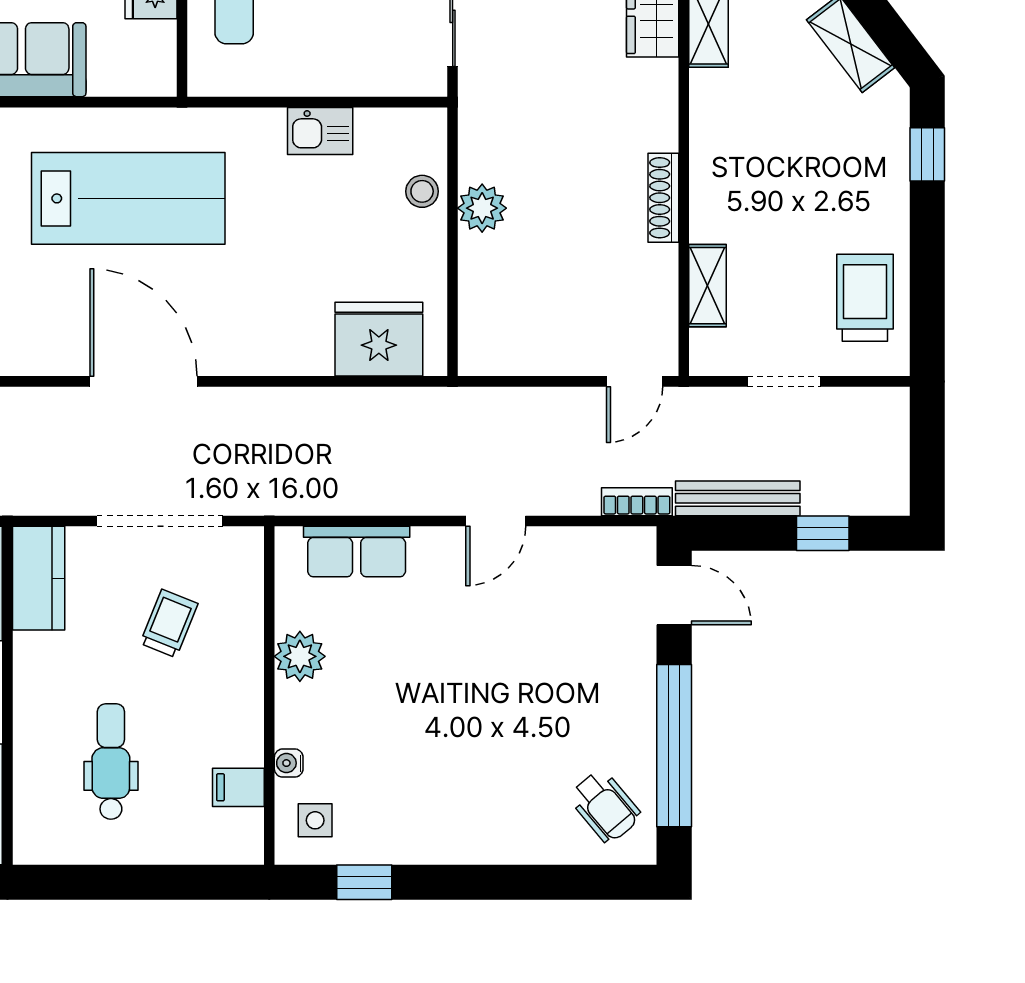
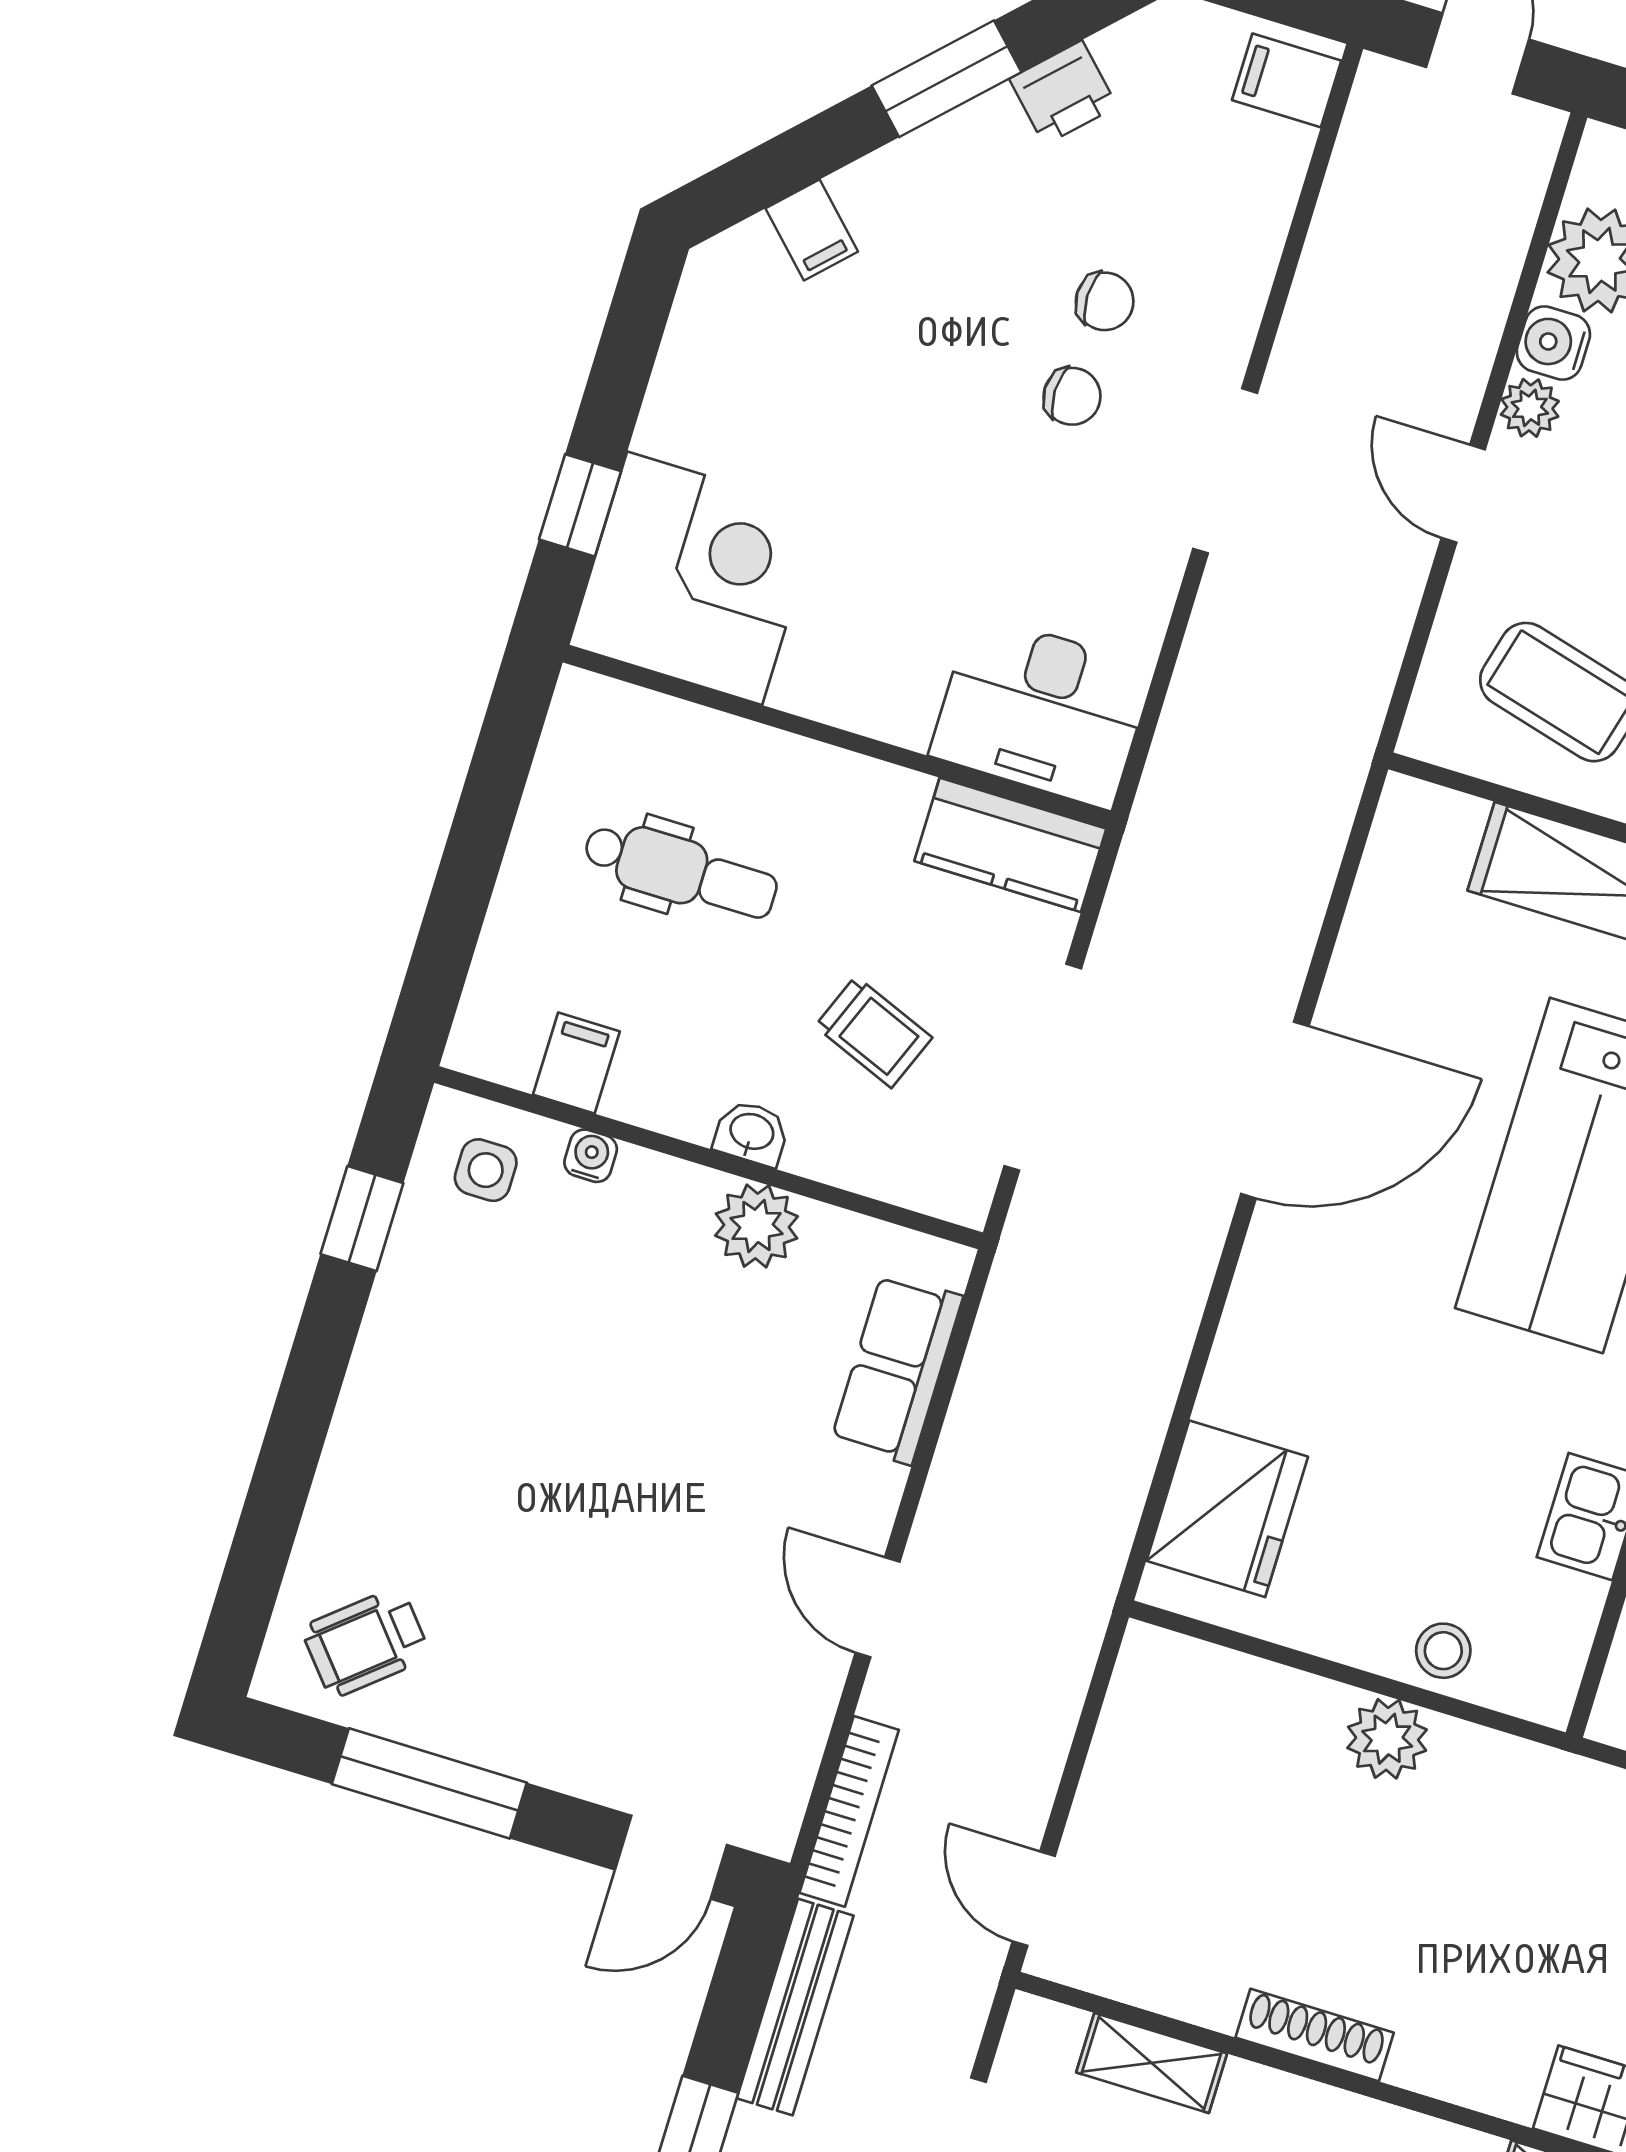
bookcase: (637, 502) -> (849, 1811), width x1.56
washbasin: (248, 675) -> (751, 1133), added
window: (674, 746) -> (429, 1783), width x0.68

